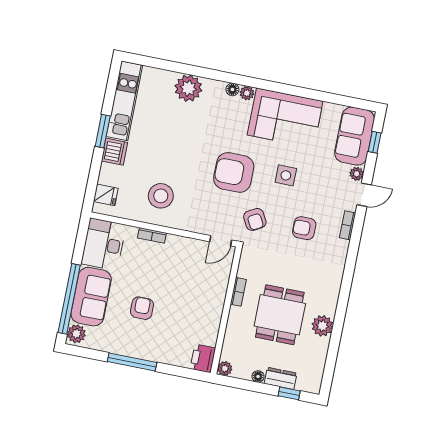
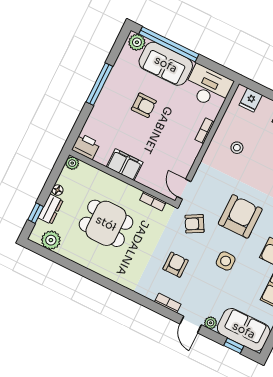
stool: (161, 196) -> (237, 148), width x0.53, depth x0.53
bookcase: (238, 292) -> (153, 201), moved
filing cabinet: (211, 312) -> (125, 165), added
plant: (322, 326) -> (51, 240), moved

